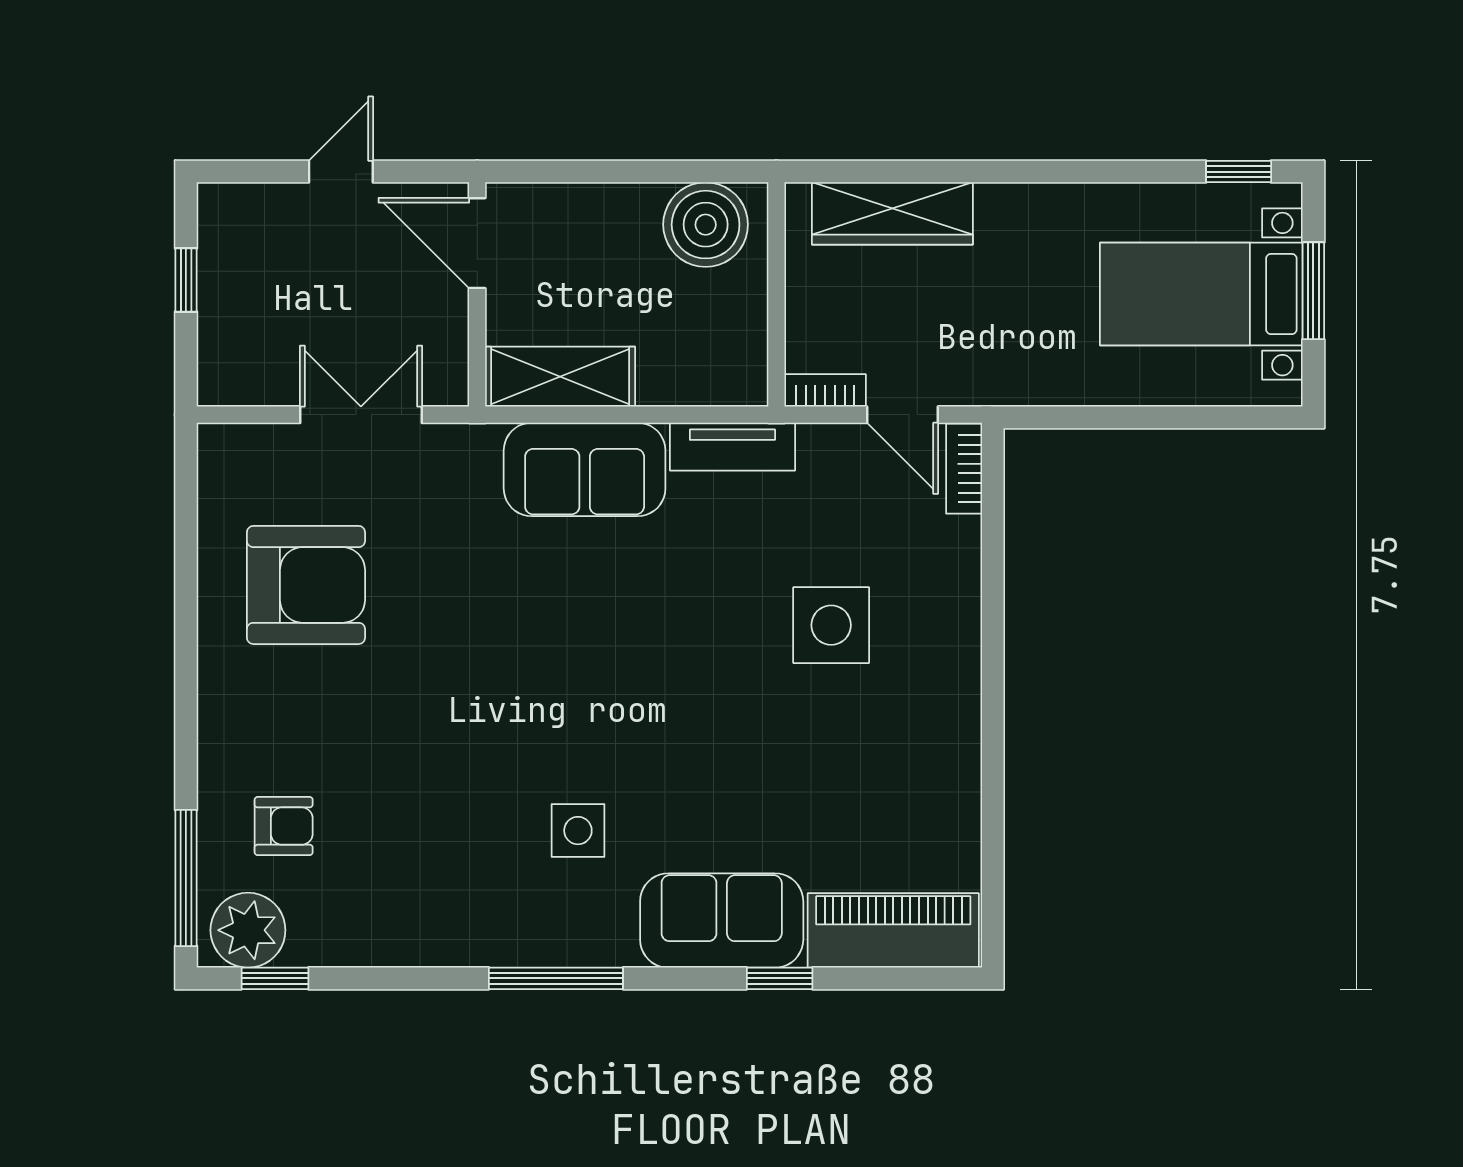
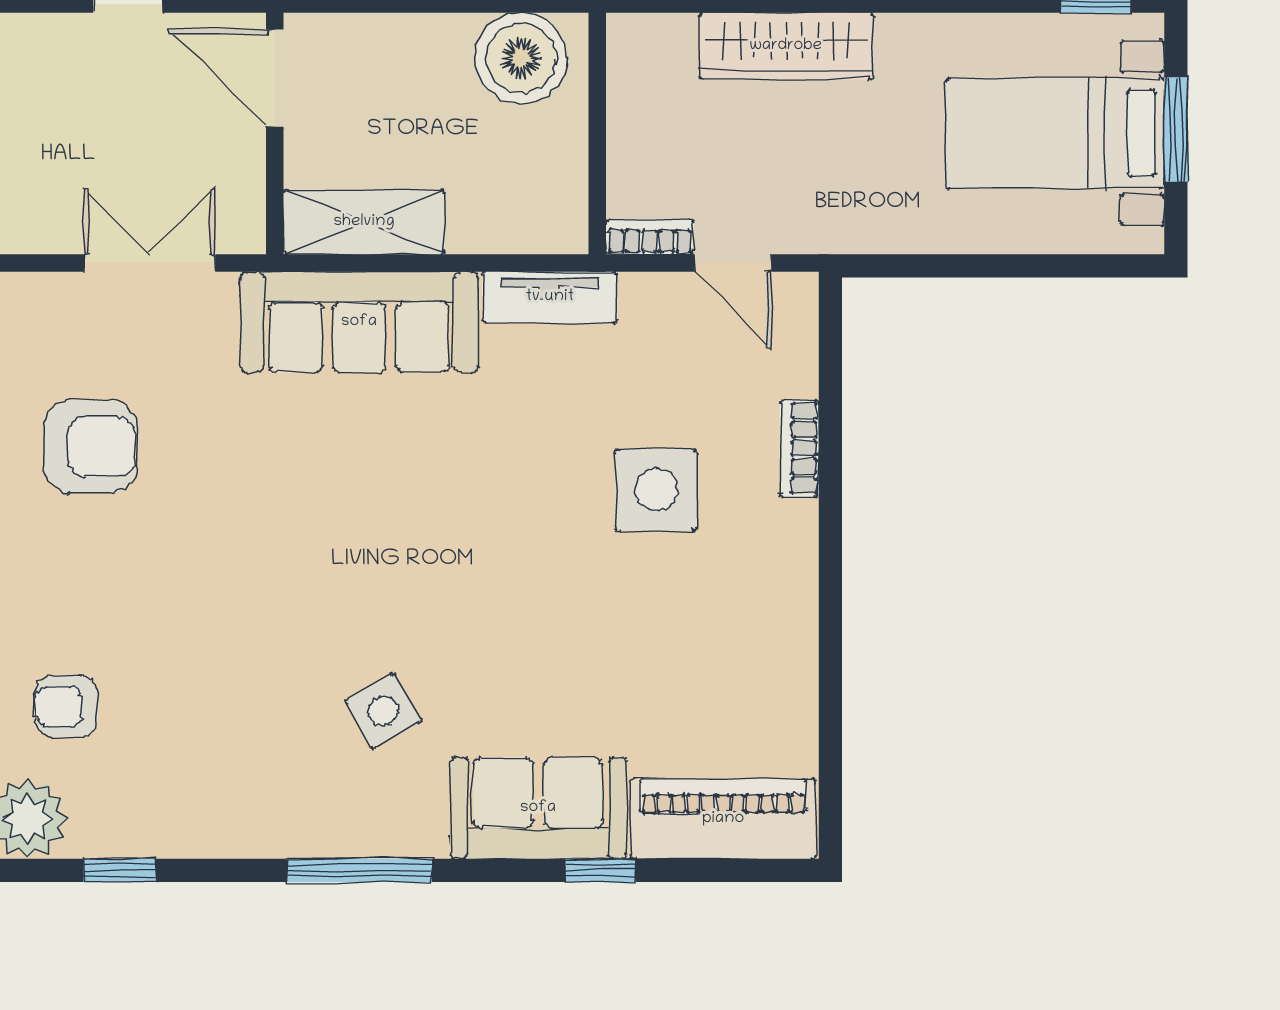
wardrobe: (892, 213) -> (786, 46), moved
sofa: (585, 469) -> (359, 322), width x1.36
bookcase: (964, 469) -> (799, 448), moved
armchair: (306, 585) -> (90, 446), width x0.73, depth x0.73
armchair: (284, 826) -> (66, 706), turned 180
side table: (578, 831) -> (383, 711), turned -30
window: (275, 978) -> (120, 870), moved

